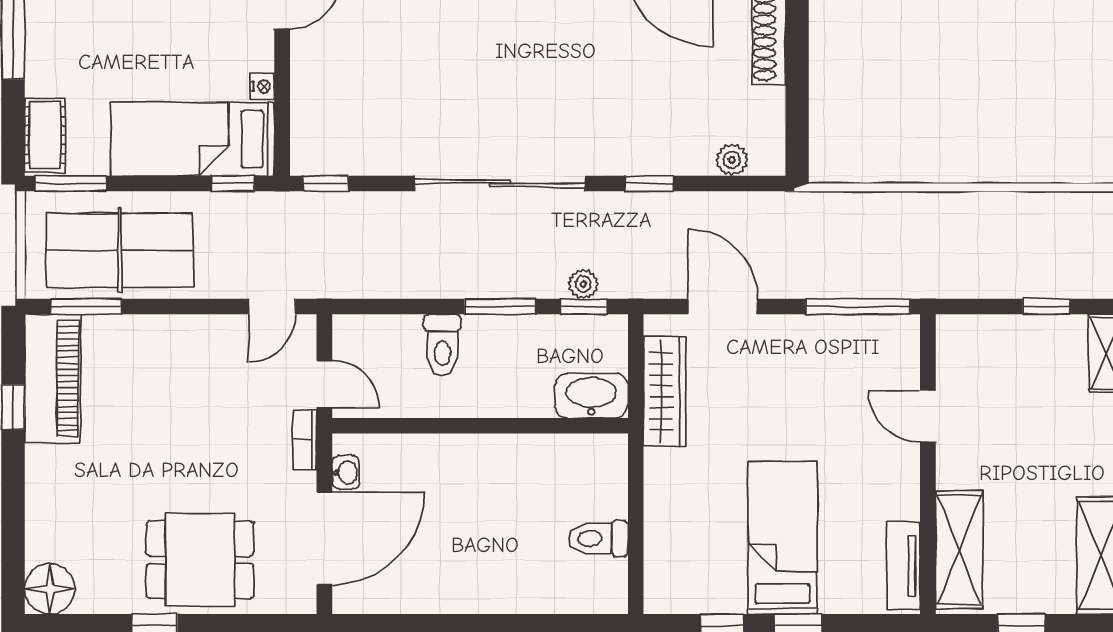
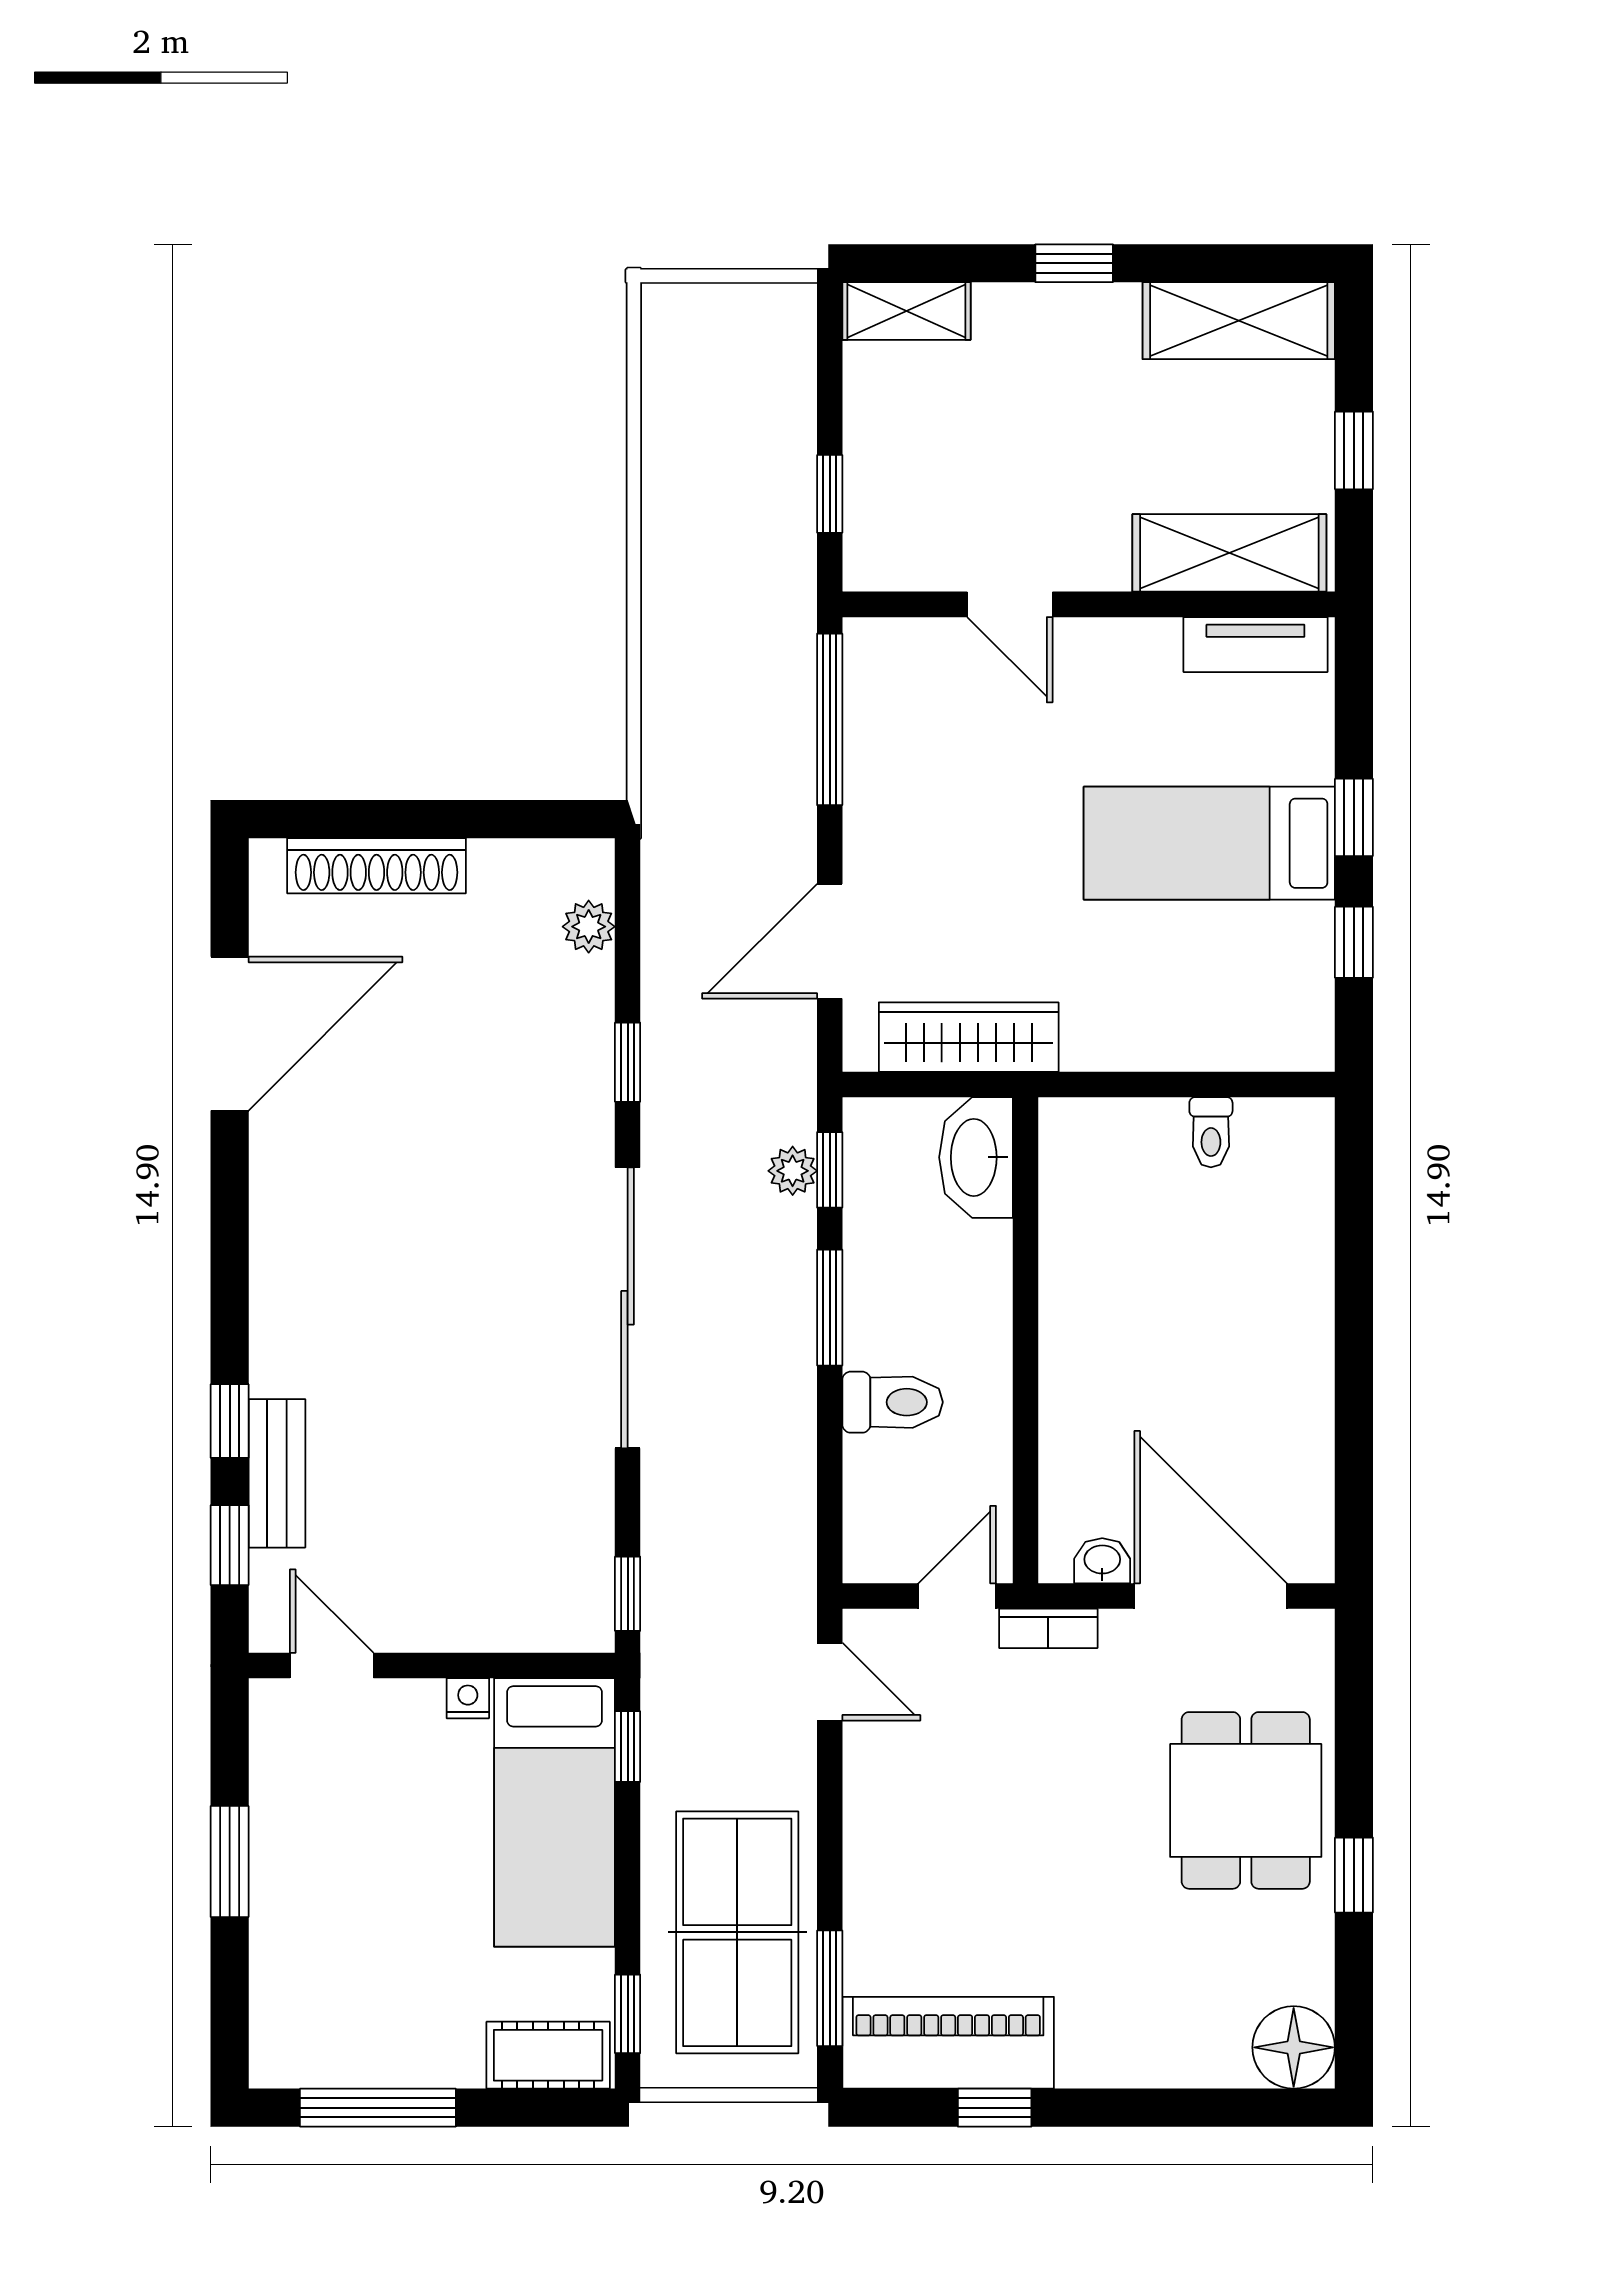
window: (70, 184) -> (628, 2014), width x0.67
window: (1046, 307) -> (830, 494), moved
door: (928, 416) -> (1010, 604), hinge flipped
toilet: (598, 539) -> (1211, 1132), width x0.73, depth x0.72

